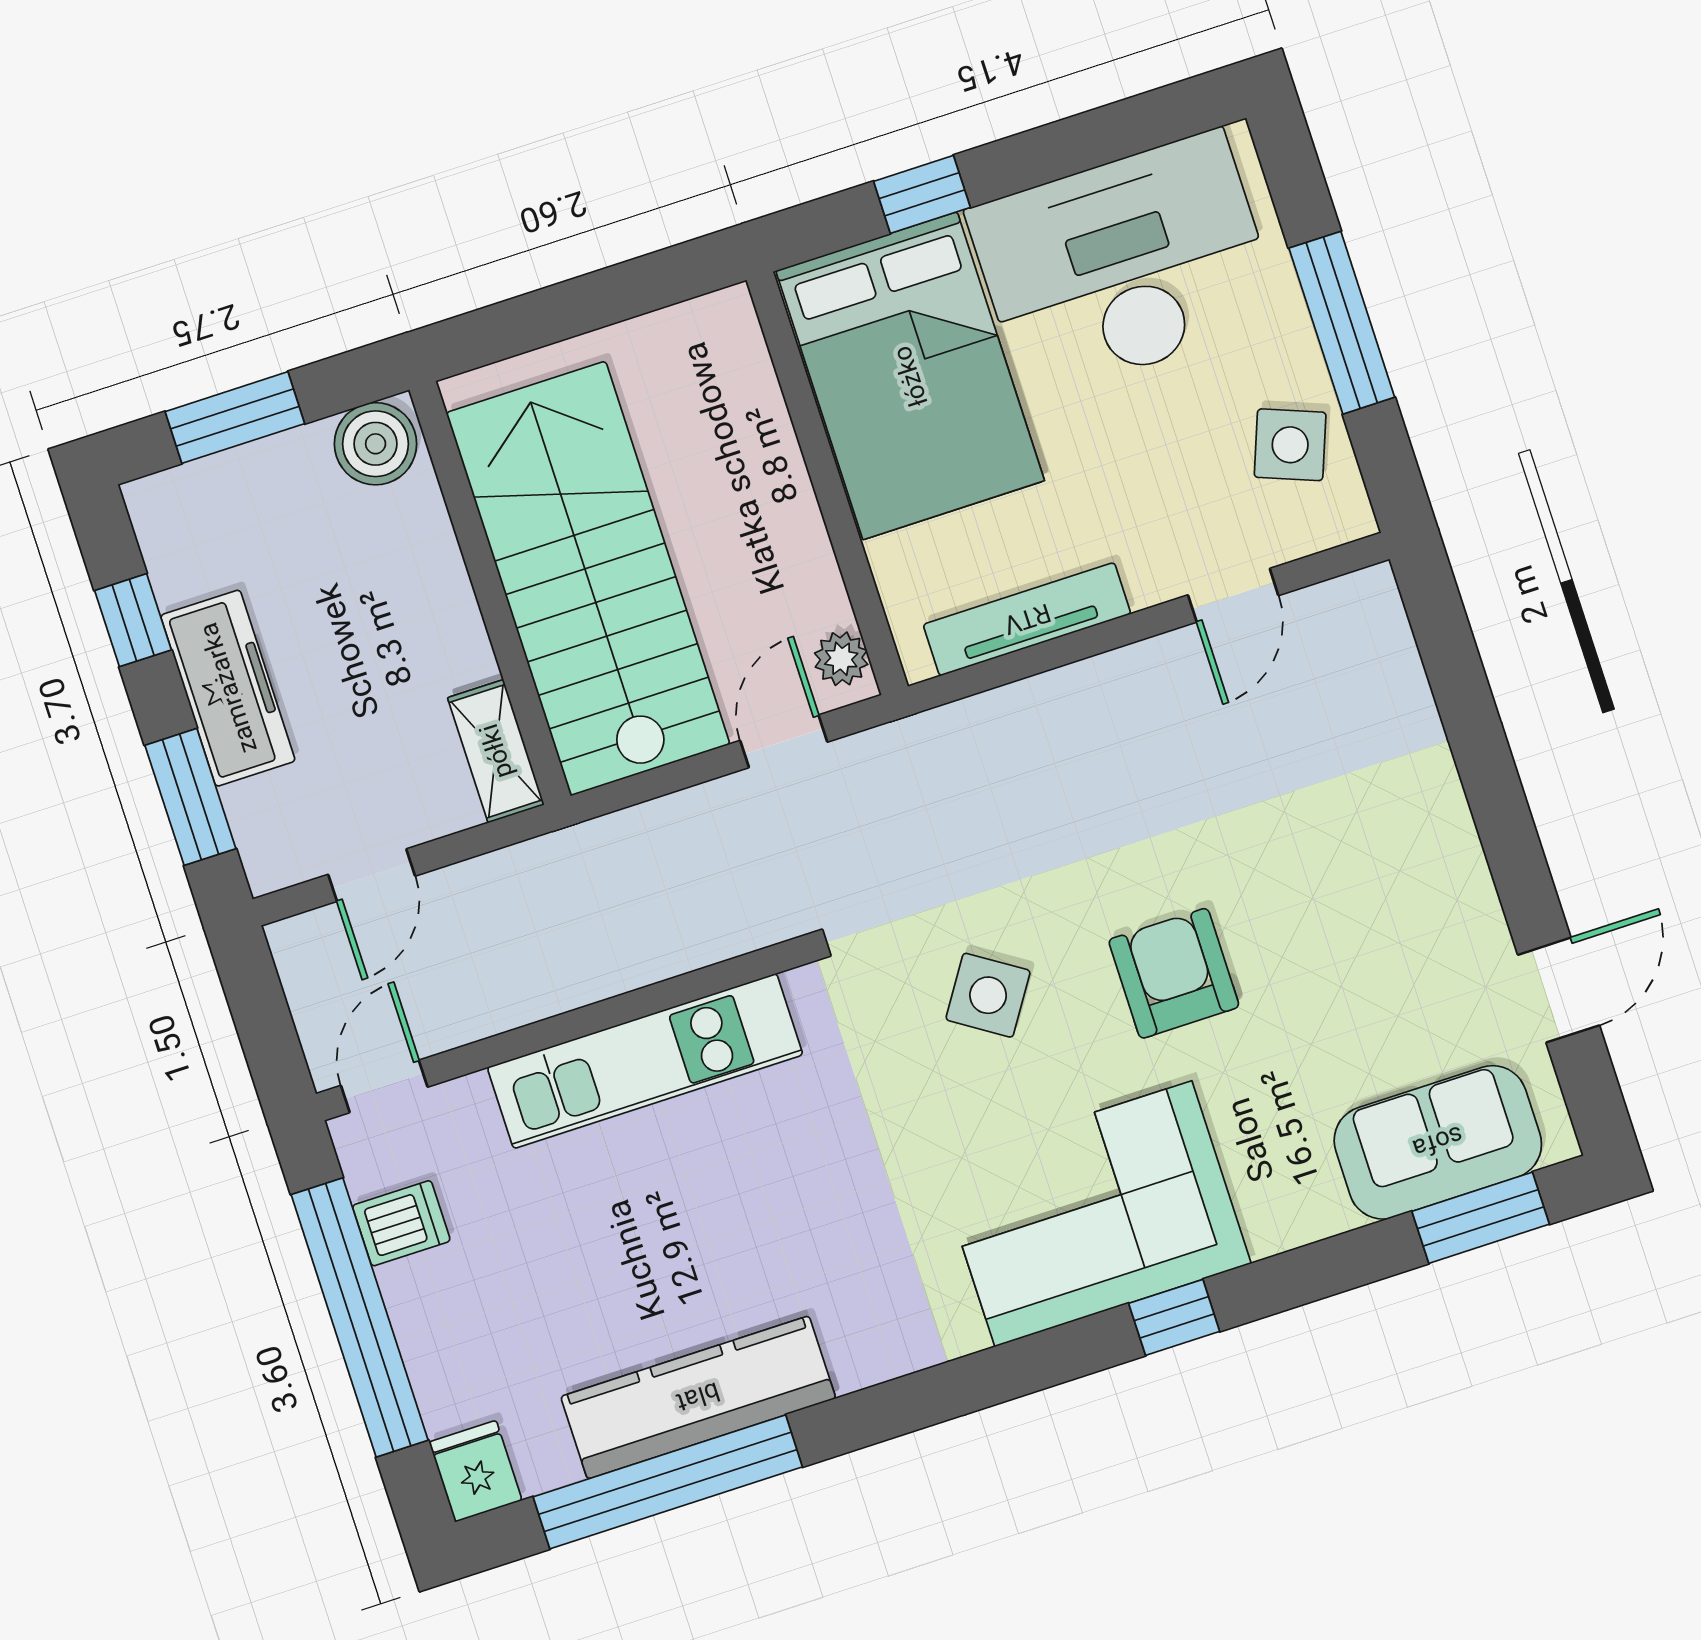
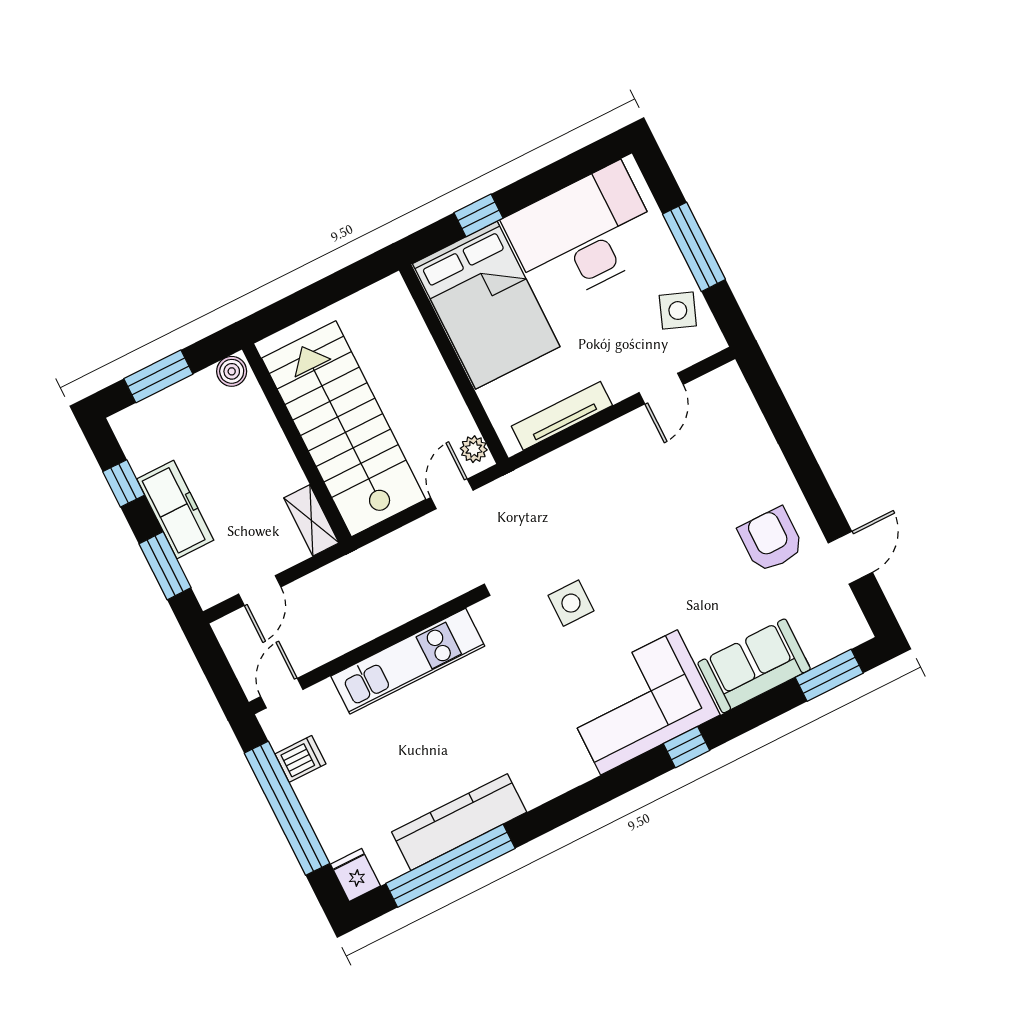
boiler: (376, 444) -> (232, 371), width x0.73, depth x0.73
armchair: (1174, 973) -> (771, 540), moved
side table: (988, 995) -> (571, 603), turned -33
sofa: (1438, 1142) -> (754, 666), moved

